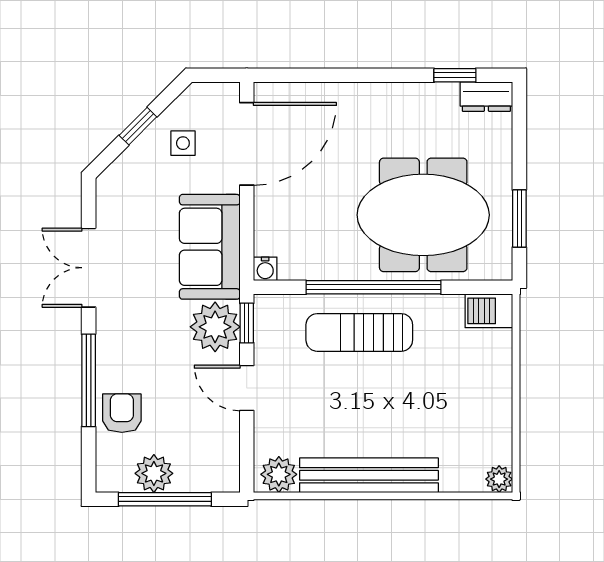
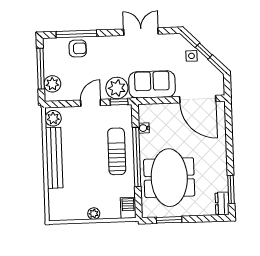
window: (455, 75) -> (231, 189), width x1.50
side table: (183, 143) -> (191, 56), moved
water cooler: (265, 269) -> (144, 128), moved
window: (89, 380) -> (76, 34), moved
plant: (154, 473) -> (52, 84), moved
plant: (499, 479) -> (94, 214), moved

